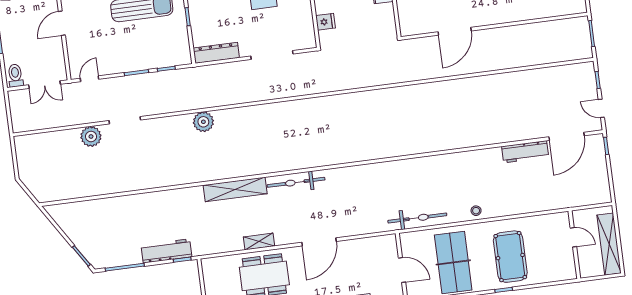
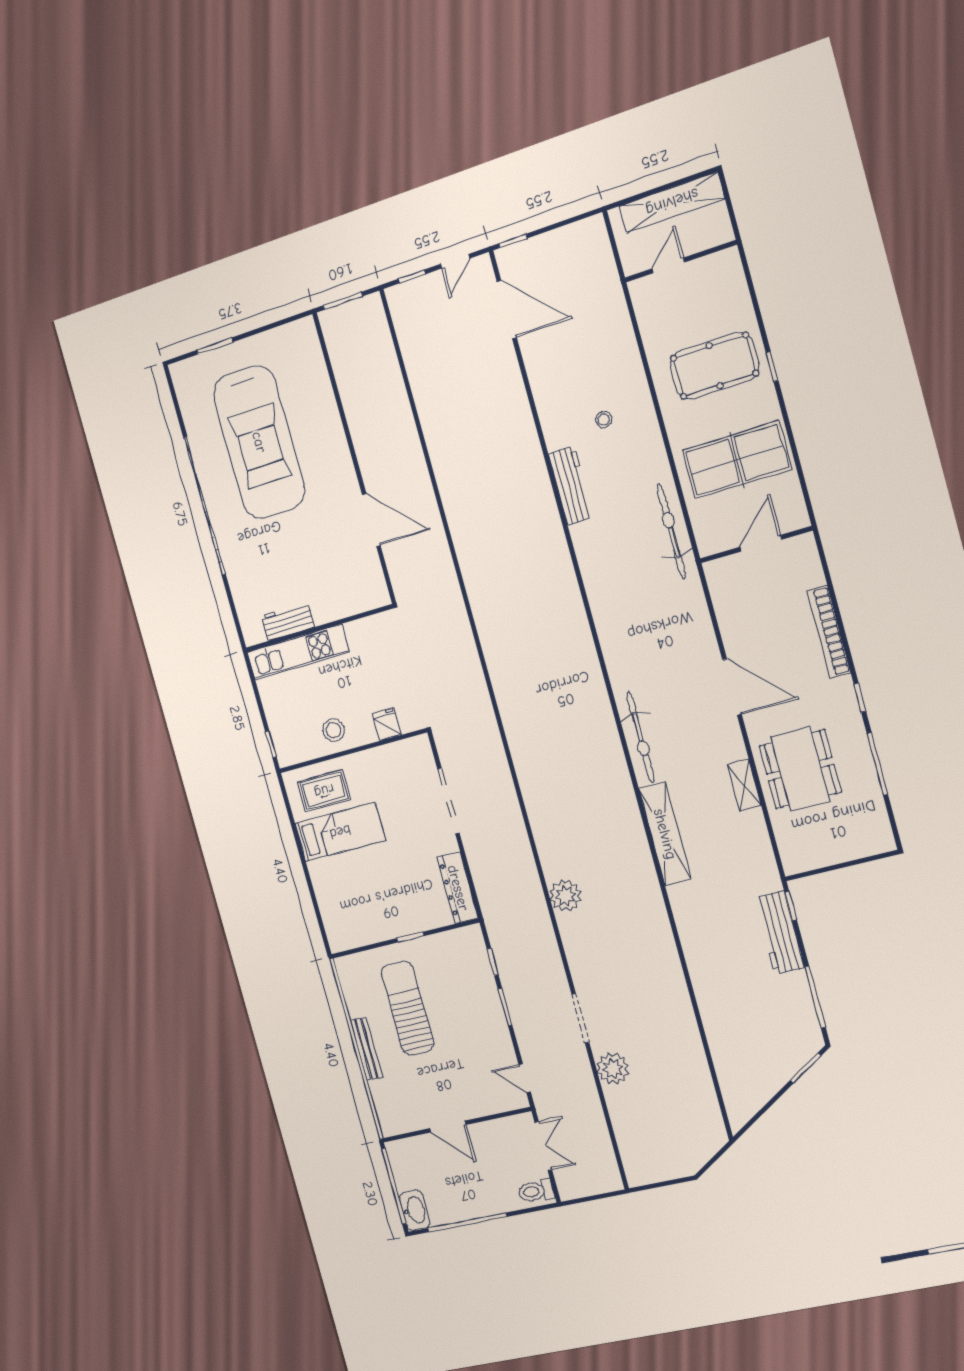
workbench: (525, 152) -> (571, 486), moved
stool: (476, 211) -> (604, 419), moved

